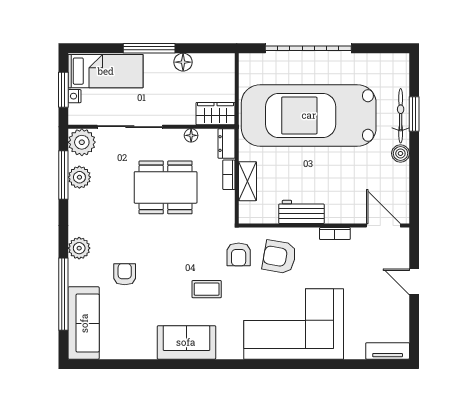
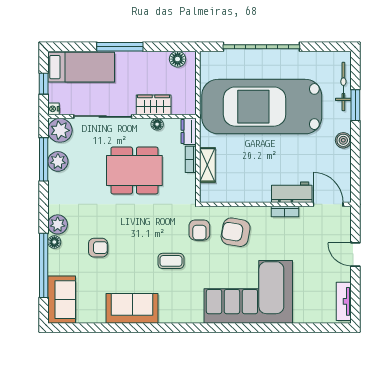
floor lamp: (183, 62) -> (178, 59), moved
window: (63, 90) -> (44, 84), width x0.67
nightstand: (74, 96) -> (53, 109), moved
wardrobe: (215, 114) -> (154, 105), moved
bicycle: (401, 116) -> (343, 86), moved
workbench: (301, 212) -> (292, 192), moved
floor lamp: (75, 268) -> (54, 242), added
armchair: (125, 274) -> (98, 248), turned 90
sofa: (84, 323) -> (62, 300), width x0.73
sofa: (186, 342) -> (132, 308), moved
tv unit: (388, 351) -> (344, 301), moved, turned -90

